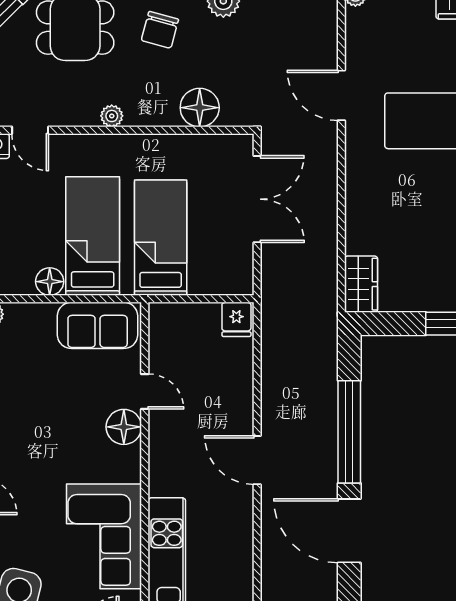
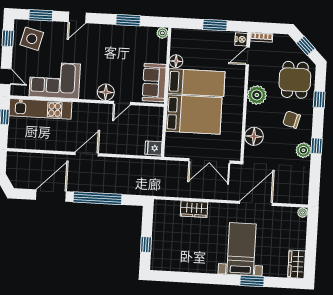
door: (341, 95) -> (256, 203), width x1.36
plant: (112, 116) -> (257, 95), width x1.88, depth x1.88
bed: (161, 238) -> (194, 114), width x1.50
wardrobe: (361, 284) -> (194, 209), moved

